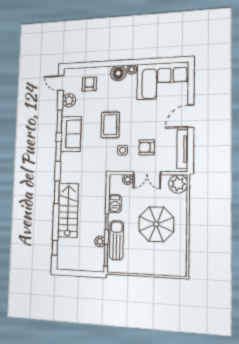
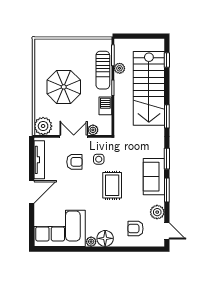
armchair: (89, 84) -> (136, 229), turned 90
stairs: (68, 210) -> (149, 88), width x1.36, depth x1.51

